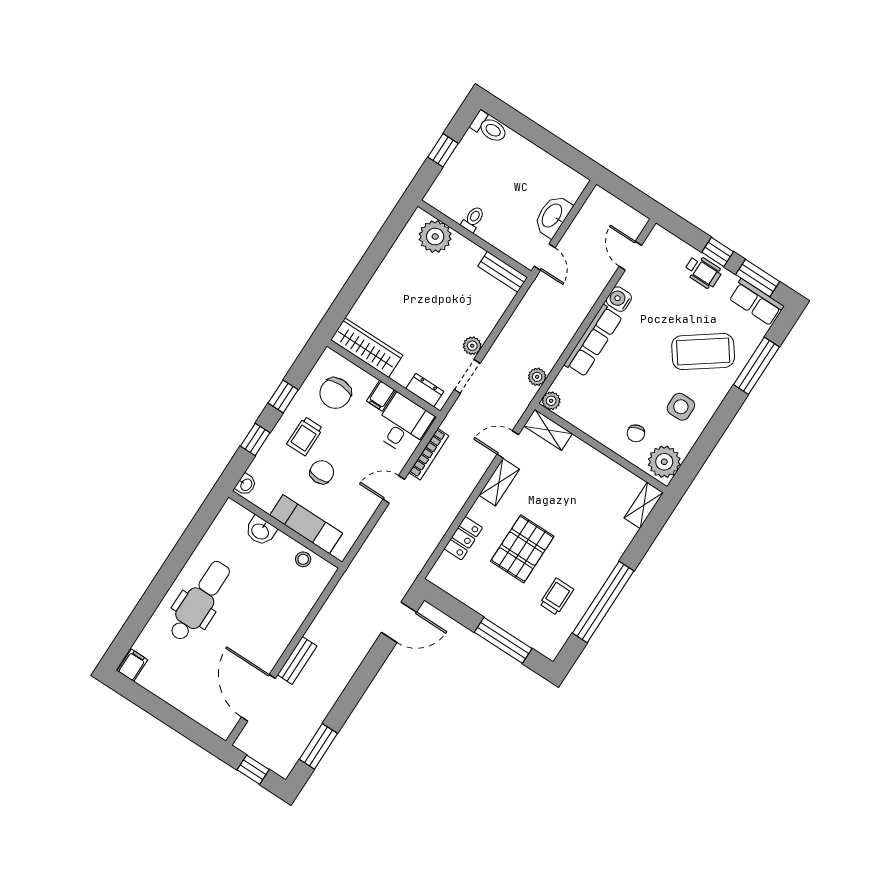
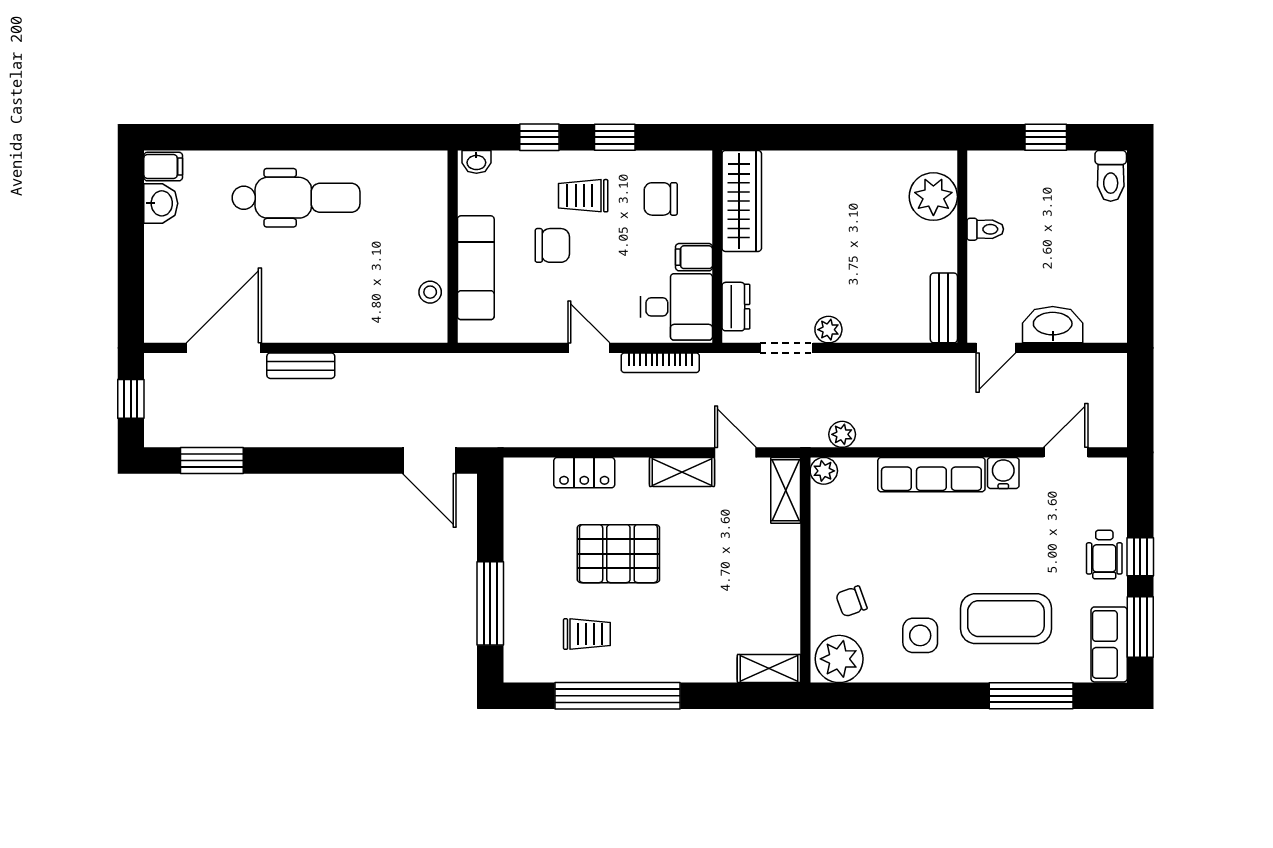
coffee table: (703, 352) -> (1006, 619), turned -54
chair: (335, 393) -> (661, 199), width x0.73, depth x0.73
washbasin: (260, 531) -> (161, 203), moved, turned 180

